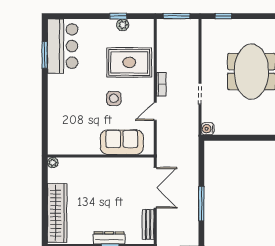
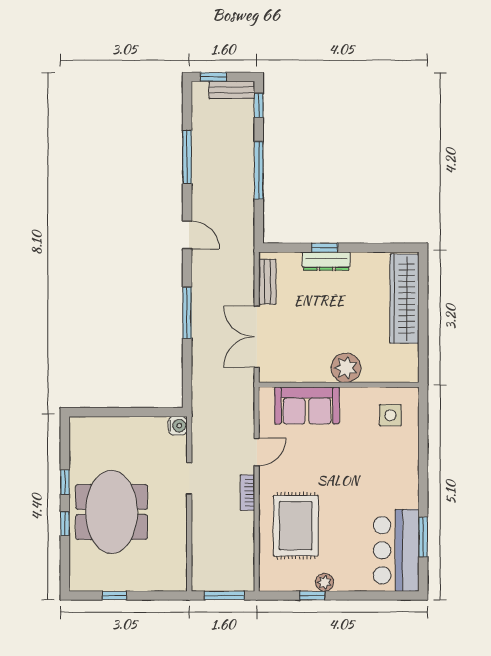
window: (223, 16) -> (114, 595), moved
plant: (123, 25) -> (325, 582), moved
rug: (129, 62) -> (296, 526), turned 90
side table: (114, 98) -> (390, 415), moved
plant: (53, 163) -> (346, 368), moved, width x1.88, depth x1.88

